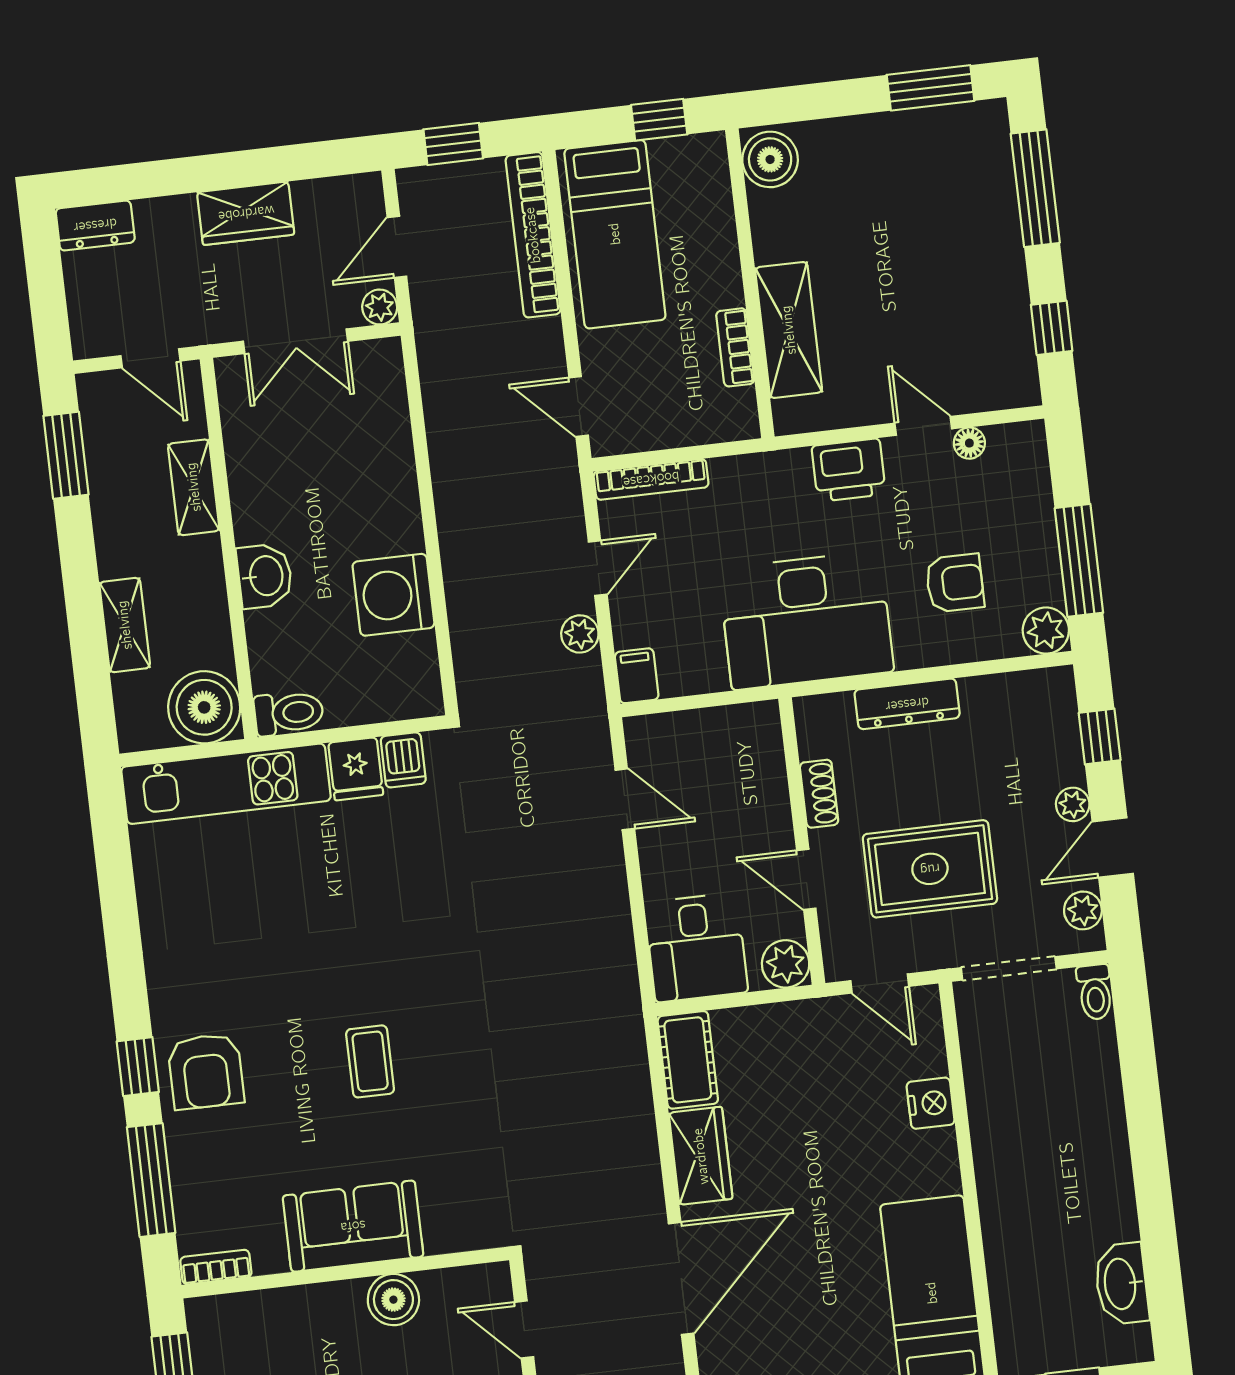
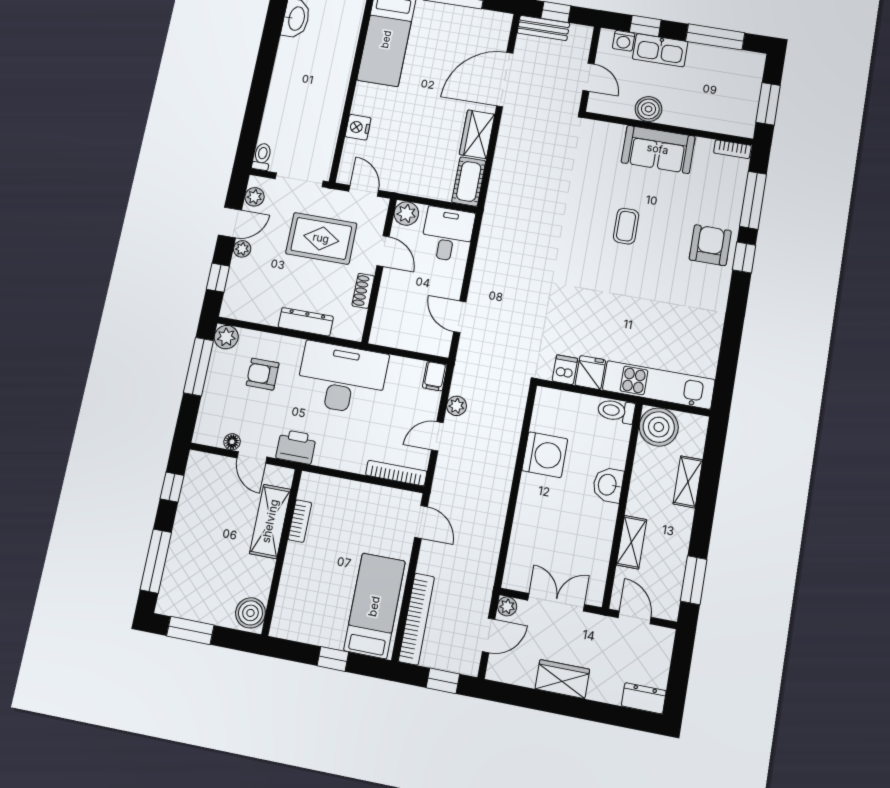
boiler: (770, 159) -> (250, 613), moved
wall: (750, 283) -> (282, 552), moved
shelving: (789, 330) -> (270, 521), moved
bookcase: (735, 347) -> (300, 521), moved

